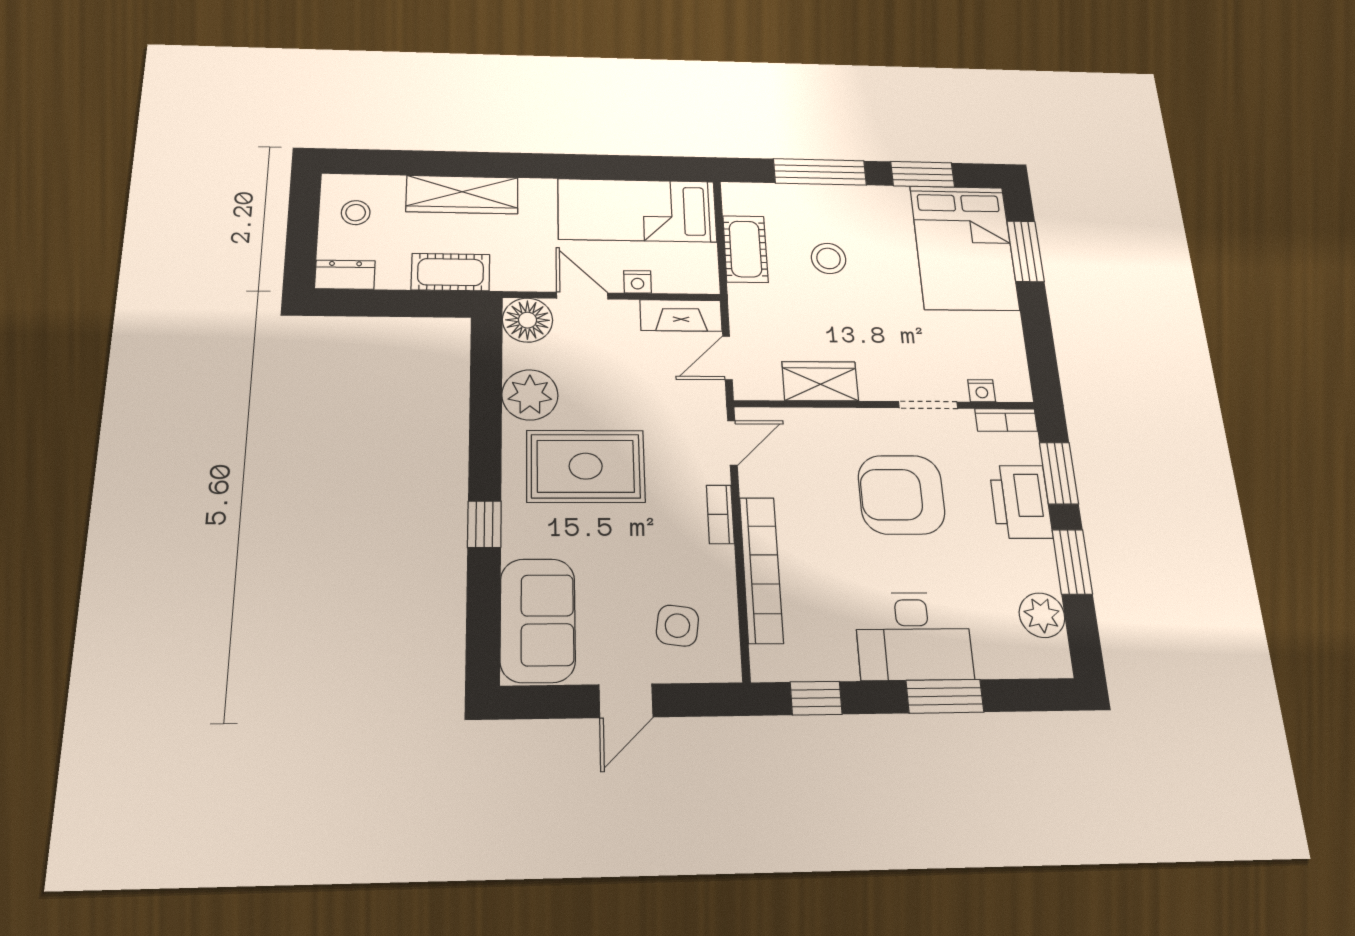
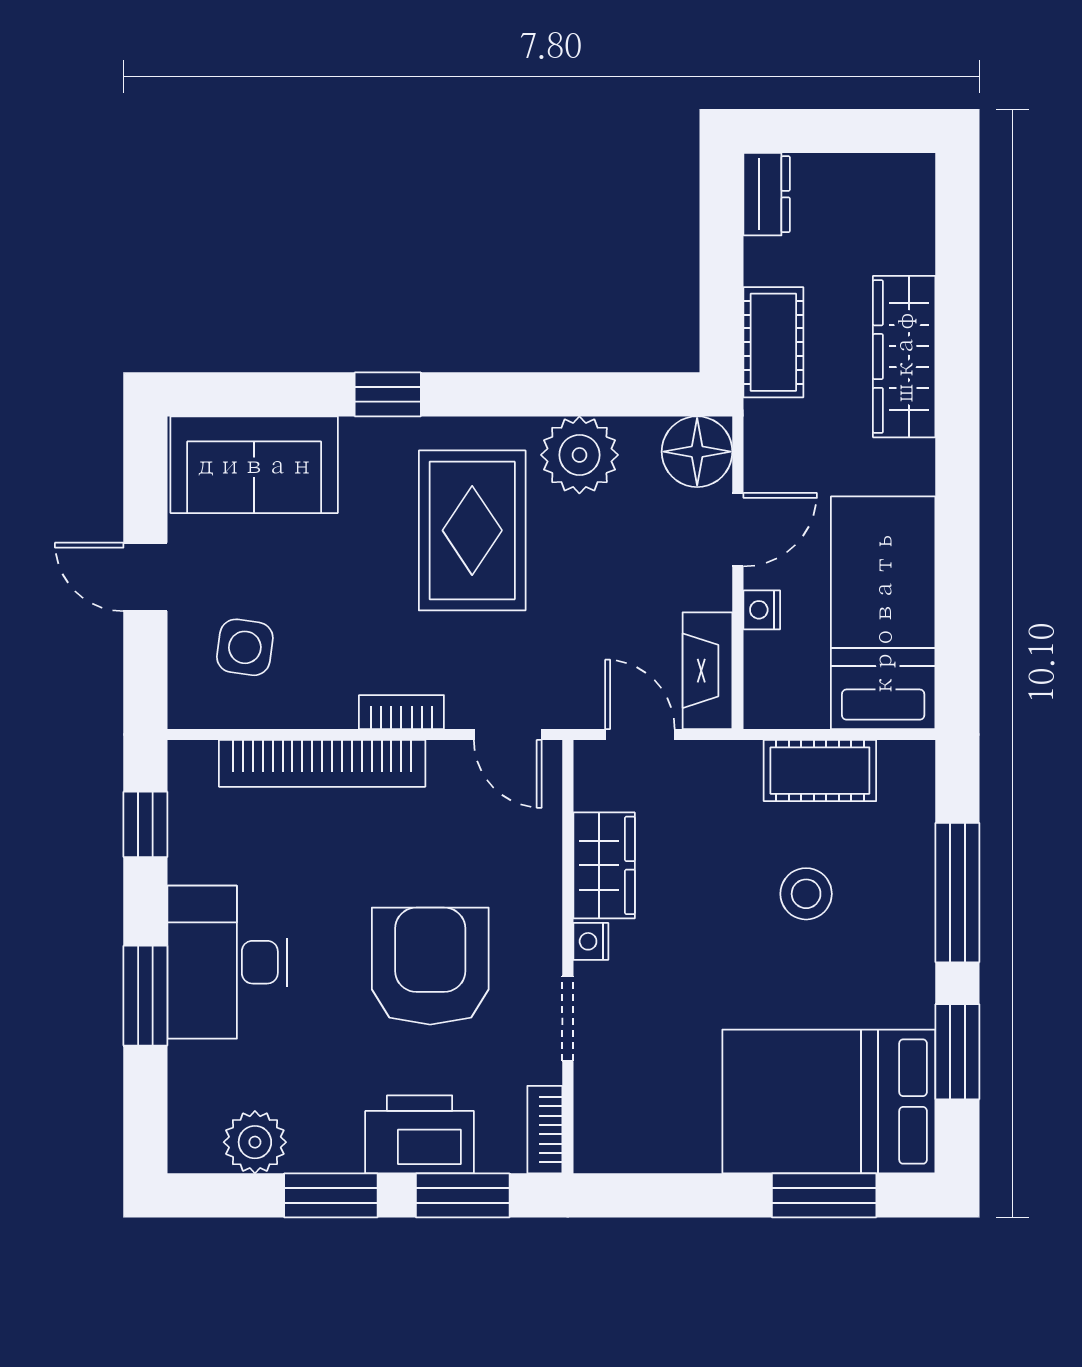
stool: (356, 213) -> (870, 205), removed
nightstand: (982, 391) -> (591, 941), moved

